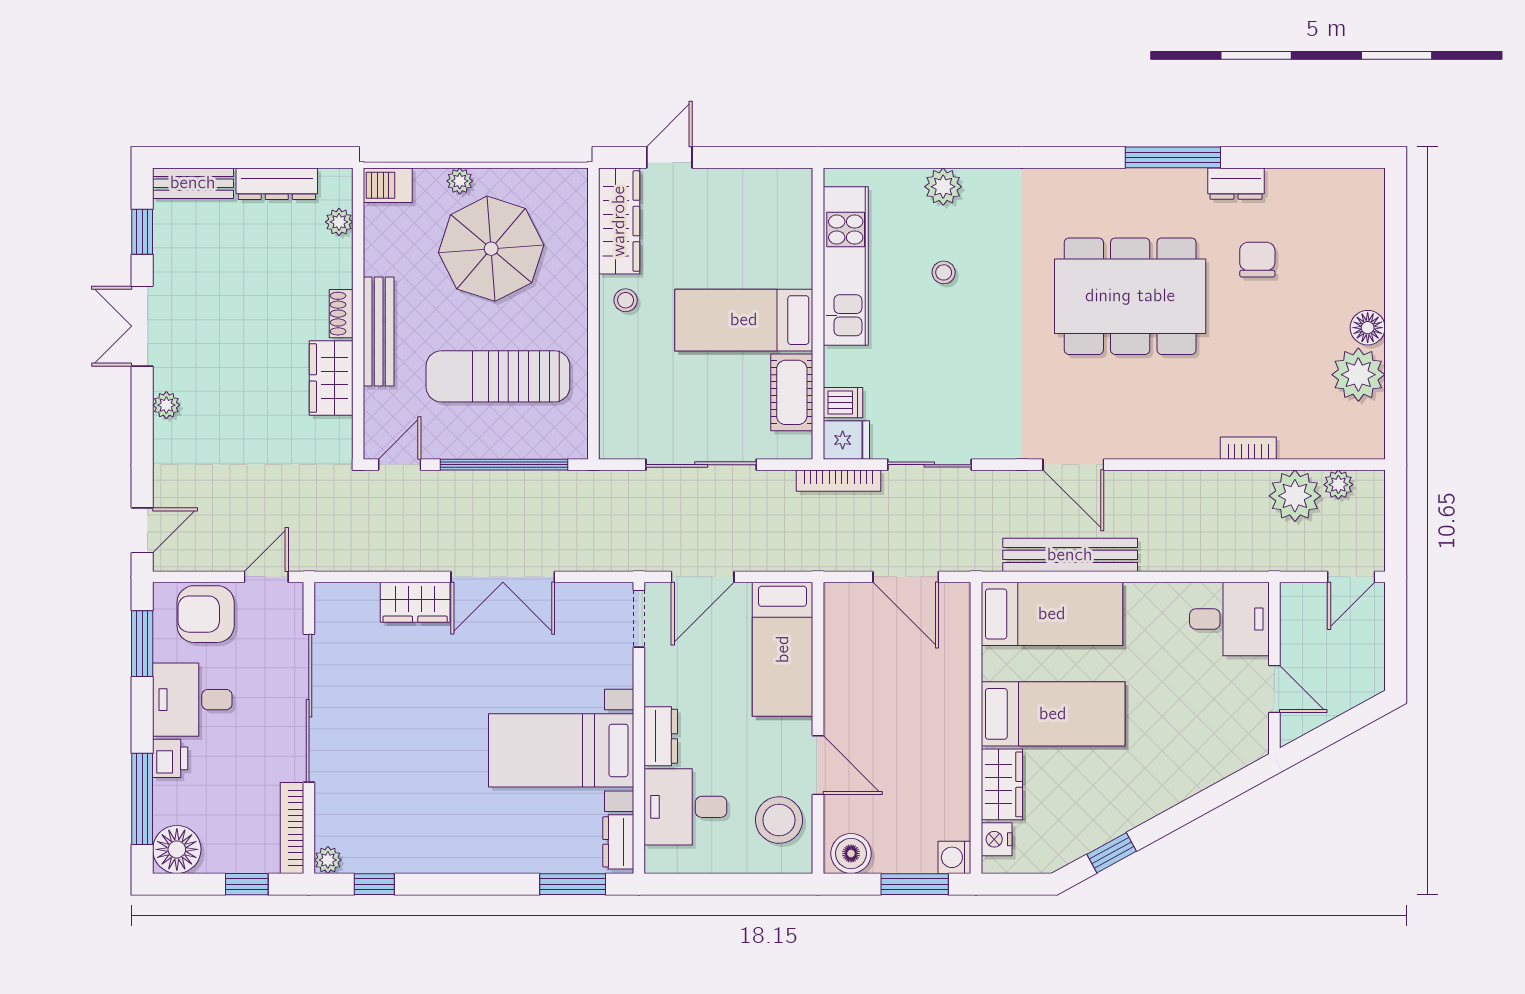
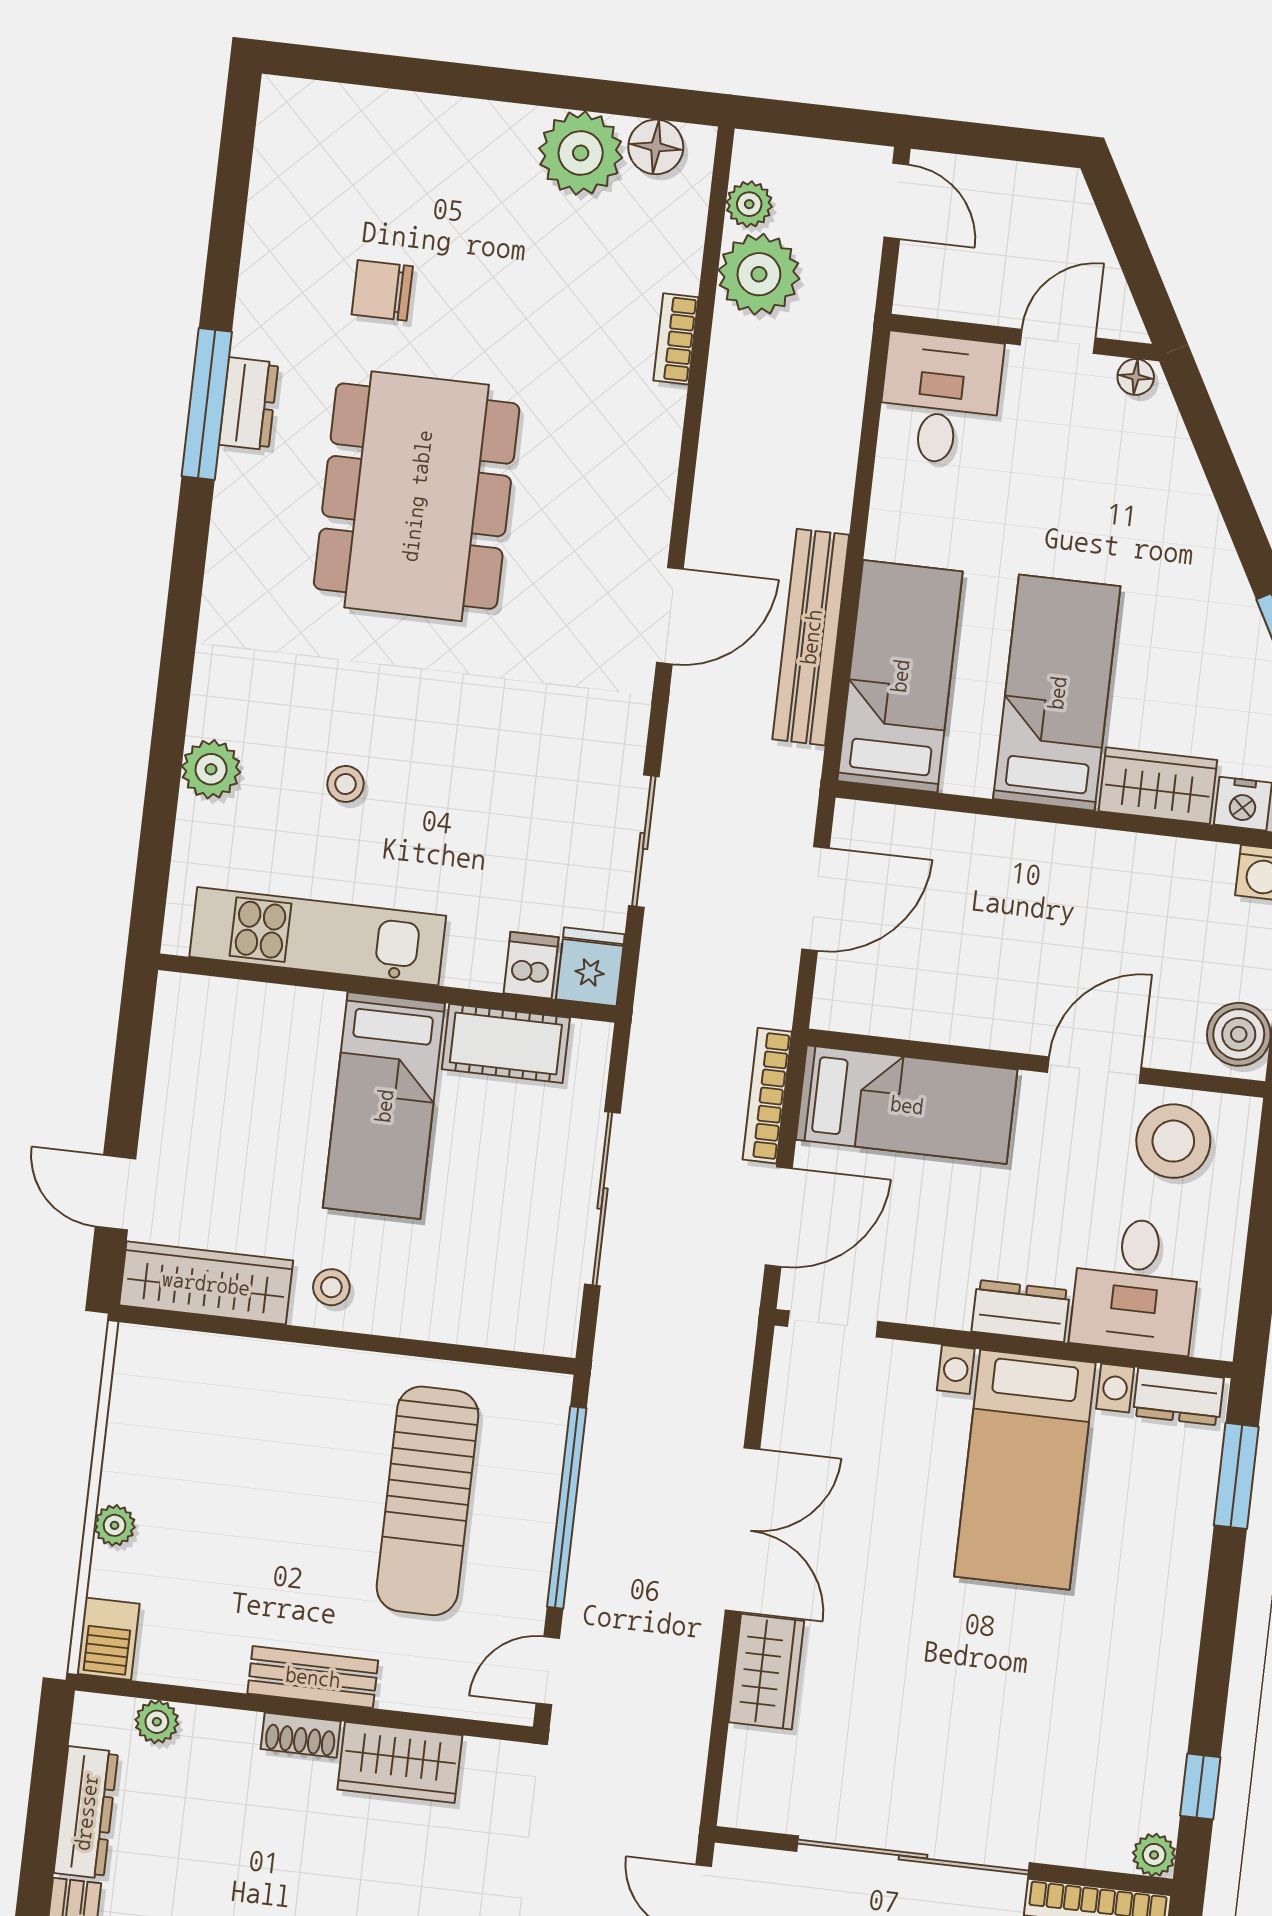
dresser: (1236, 184) -> (249, 404), moved
parasol: (491, 249) -> (226, 1488), removed
floor lamp: (1368, 328) -> (656, 147), moved
bench: (379, 331) -> (313, 1677), width x0.73
door: (400, 465) -> (548, 1671), hinge flipped
bookcase: (839, 481) -> (767, 1096), moved, turned 180
door: (703, 577) -> (779, 1217), hinge flipped
floor lamp: (1258, 741) -> (1136, 377), added

